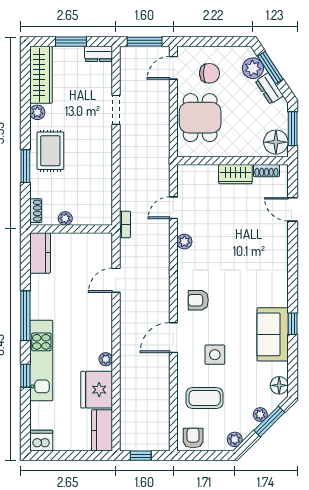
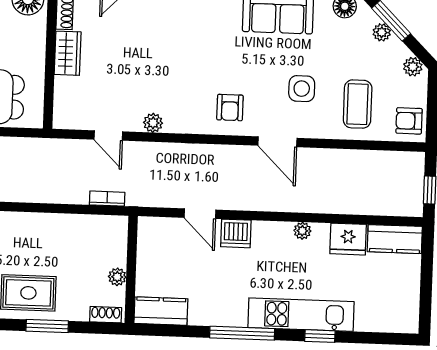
bookcase: (125, 224) -> (107, 199), moved
fridge: (97, 390) -> (348, 239), width x0.73, depth x0.75
dishwasher: (41, 441) -> (236, 233), moved, turned -90

